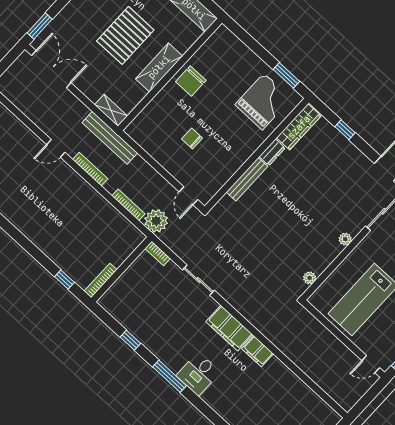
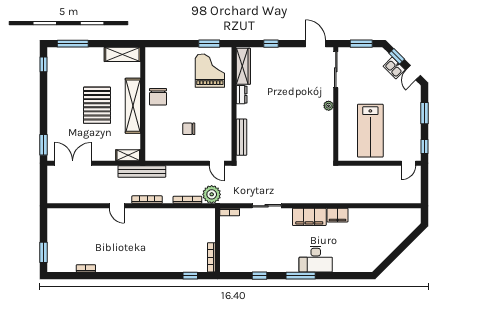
shelving: (159, 67) -> (133, 106), width x1.47
door: (56, 148) -> (117, 206), hinge flipped
bench: (247, 179) -> (241, 137), moved
plant: (310, 278) -> (329, 146), removed
desk: (198, 374) -> (316, 259), width x1.37

